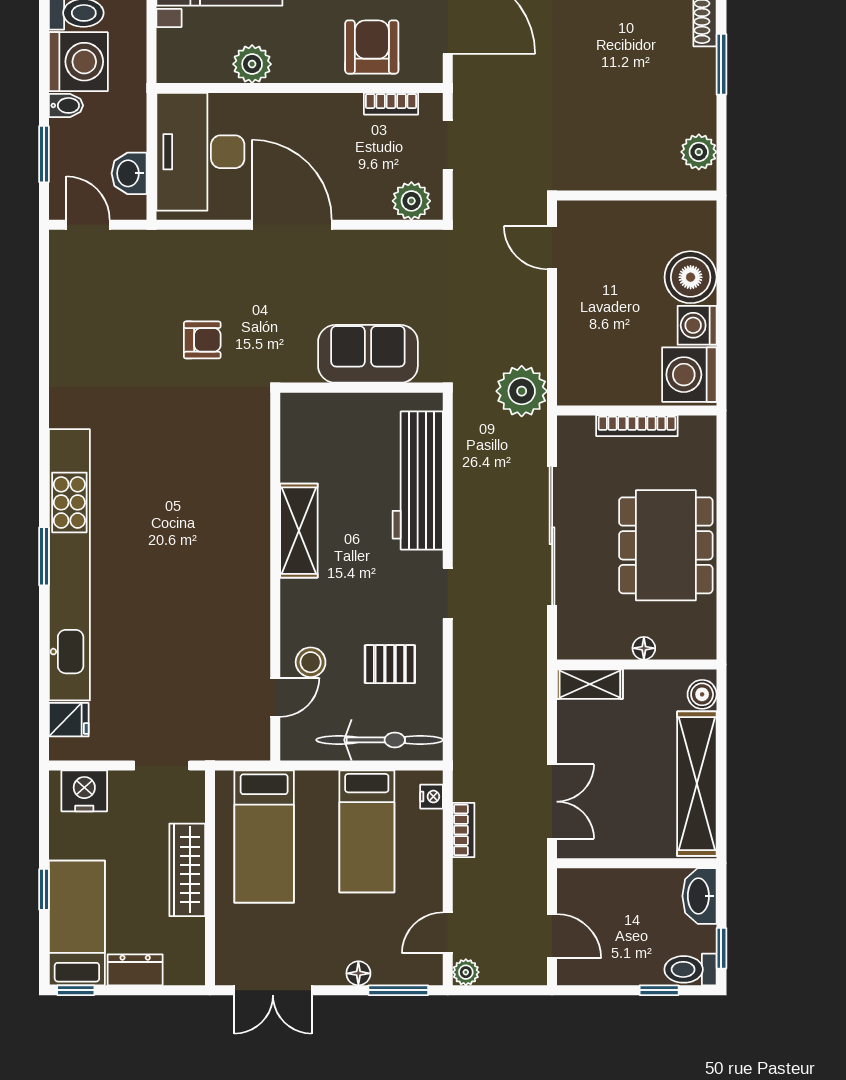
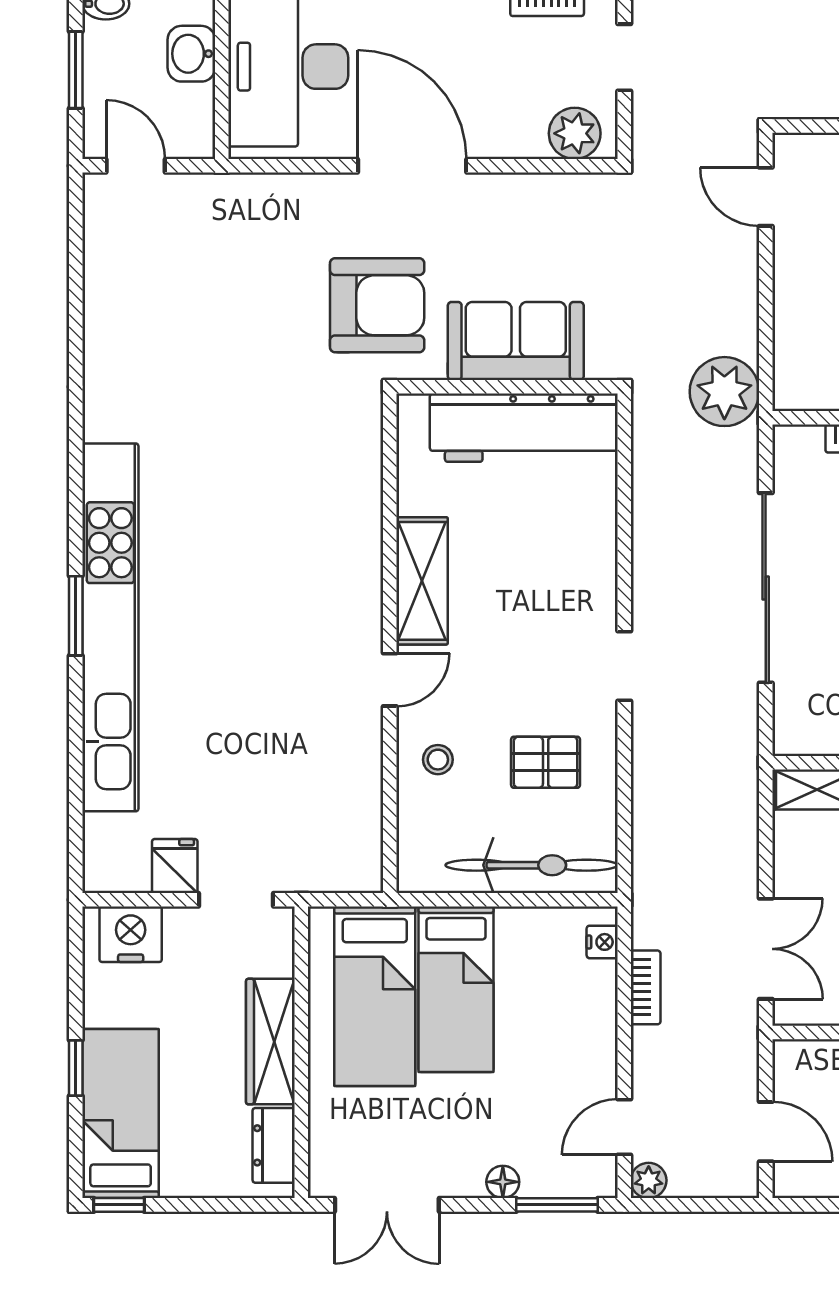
washbasin: (129, 173) -> (191, 54), moved
armchair: (202, 340) -> (377, 305), moved, width x1.88, depth x1.88
workbench: (418, 480) -> (524, 428), moved, turned -90
stool: (311, 662) -> (438, 760), width x0.73, depth x0.73
door: (275, 697) -> (390, 680), moved
fridge: (69, 720) -> (175, 866), moved, turned -90
bed: (367, 831) -> (456, 989), moved
dresser: (135, 970) -> (274, 1145), moved, turned -90

